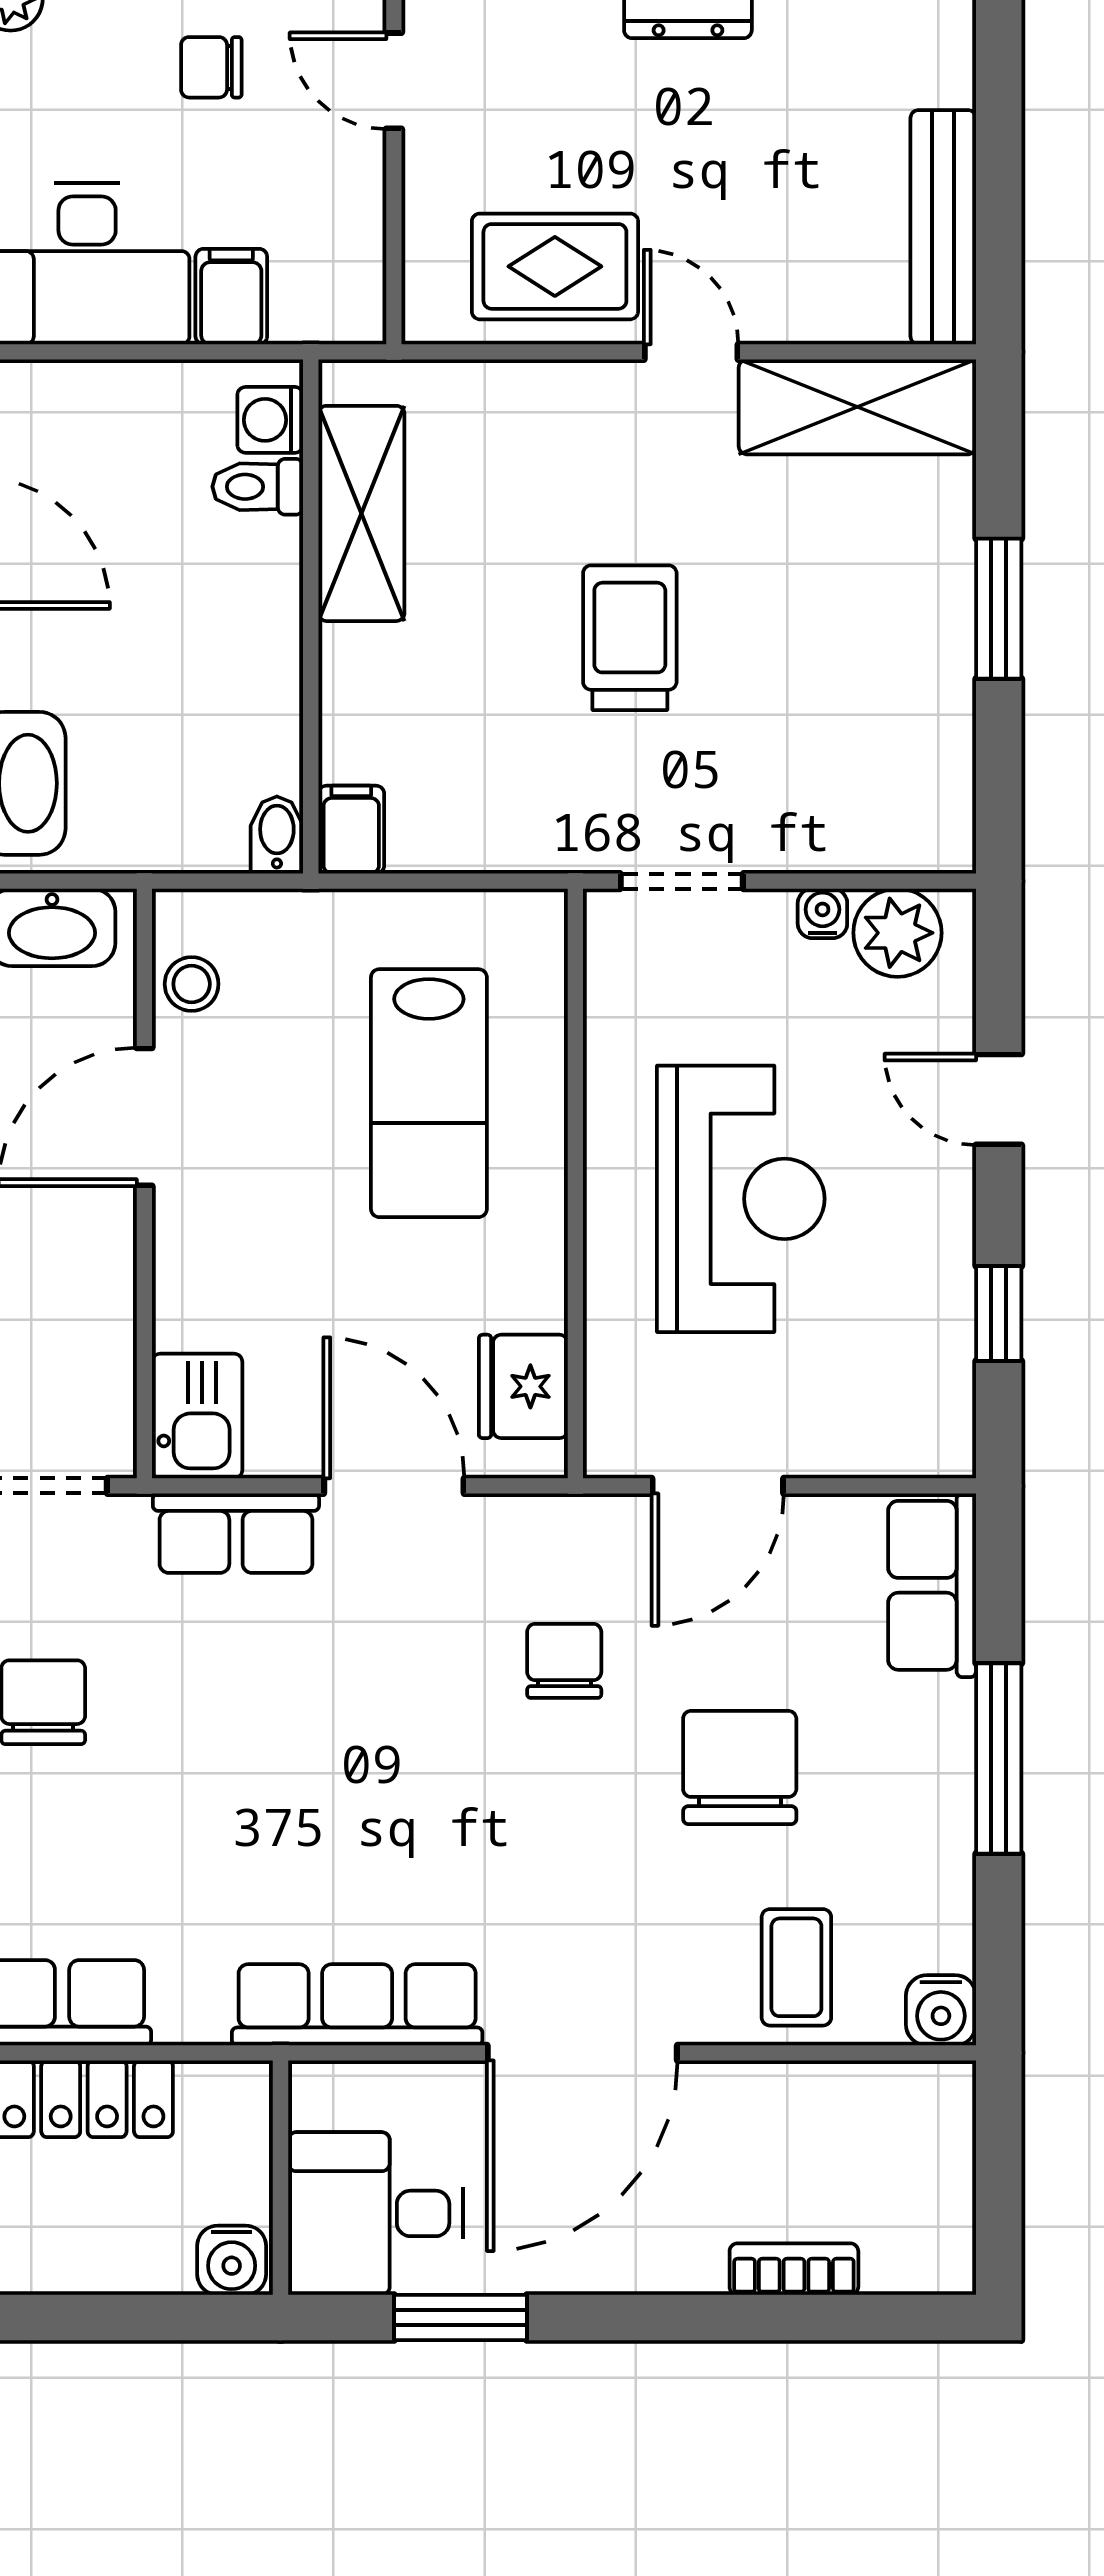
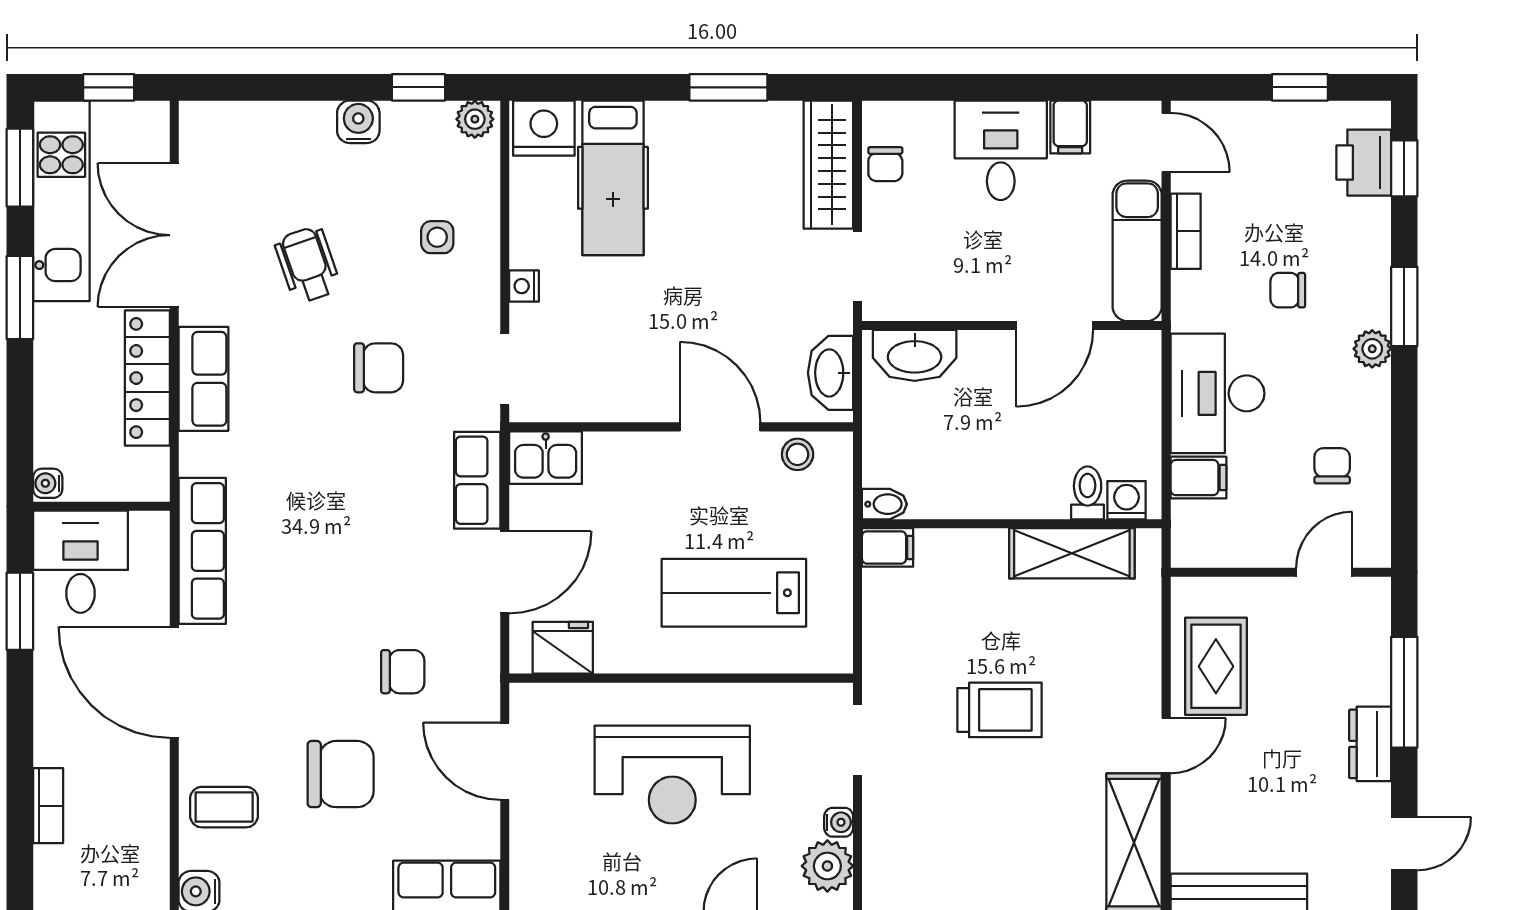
water cooler: (232, 2260) -> (48, 483), width x0.72, depth x0.72

